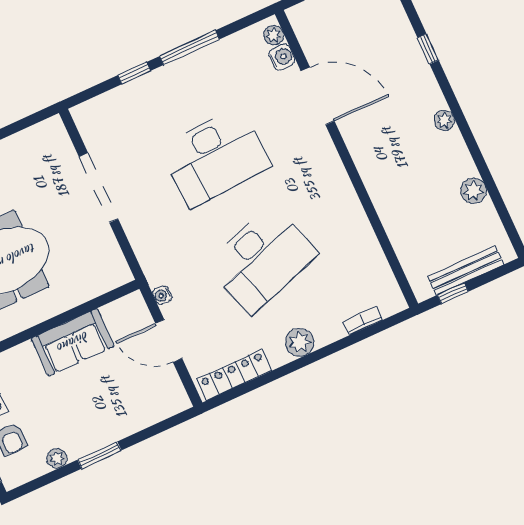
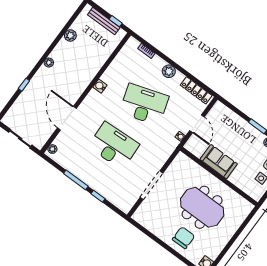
water cooler: (282, 57) -> (100, 86), moved

